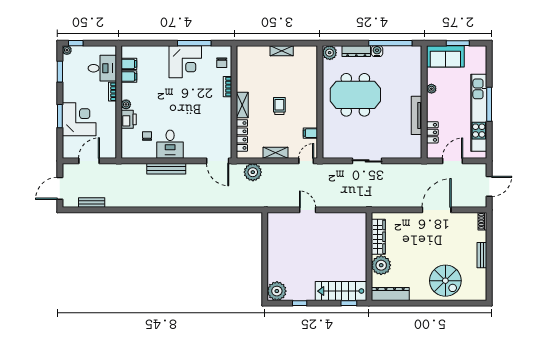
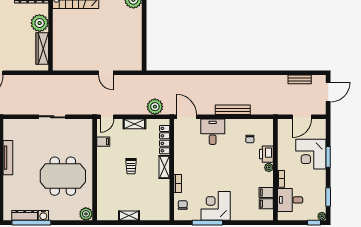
dresser: (356, 51) -> (25, 215), moved
desk: (170, 144) -> (213, 132), moved

